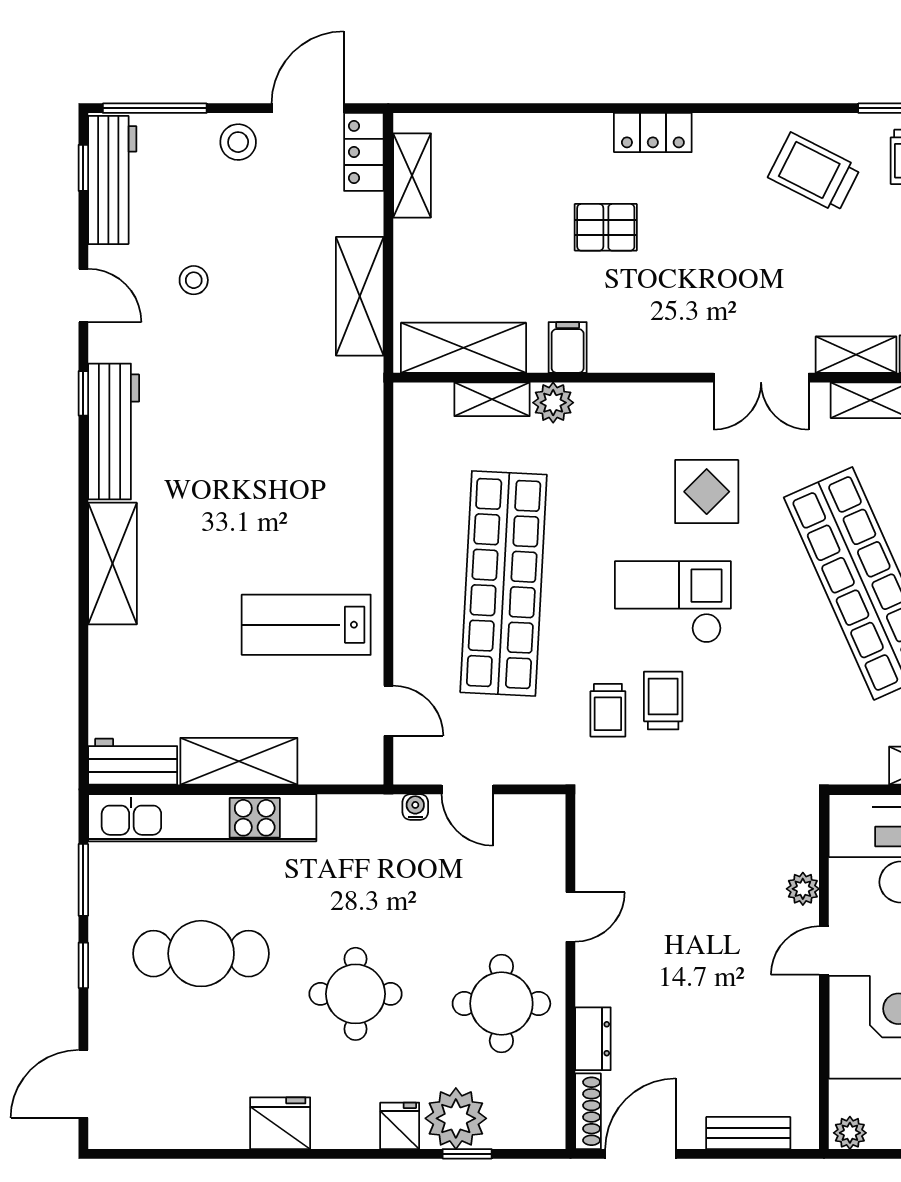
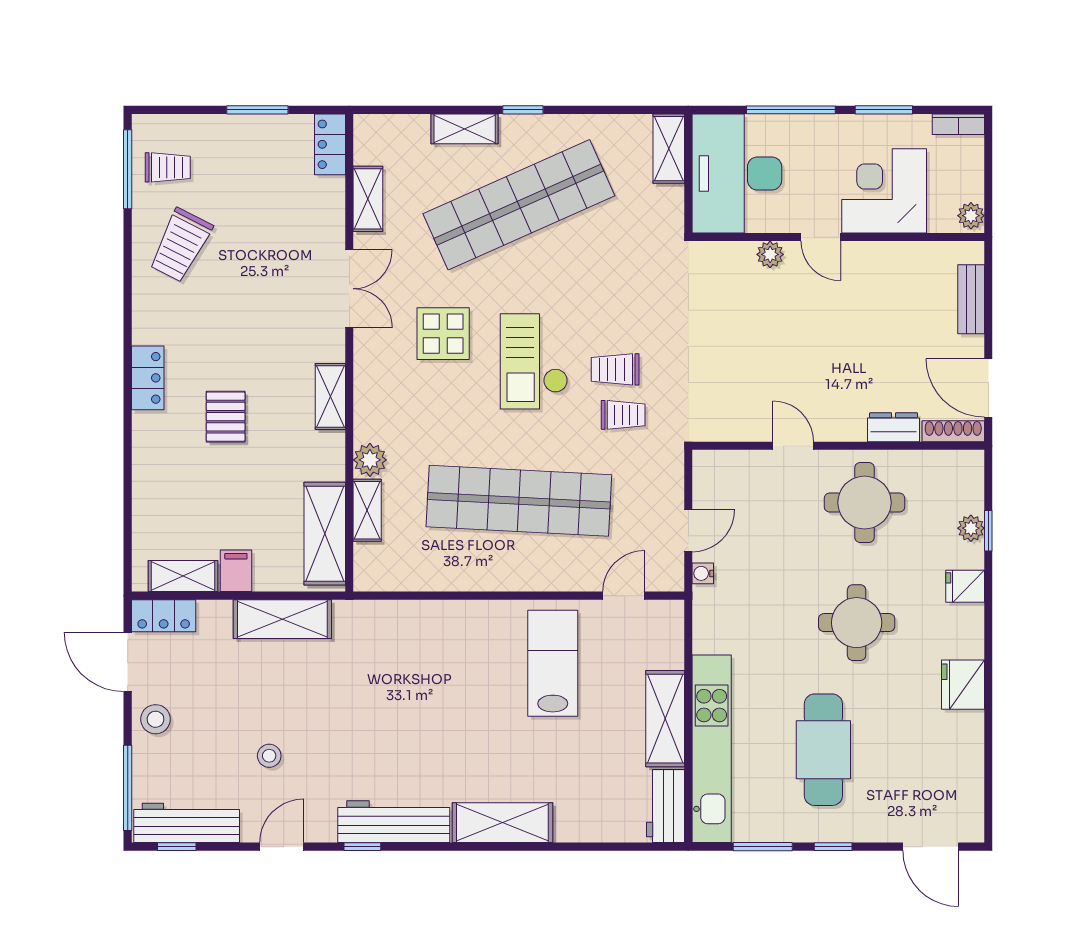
filing cabinet: (568, 347) -> (236, 571), moved, turned 90
shelving: (856, 355) -> (330, 396), moved
lab bench: (306, 625) -> (553, 663), turned 180
plant: (456, 1118) -> (971, 528), width x0.53, depth x0.53

